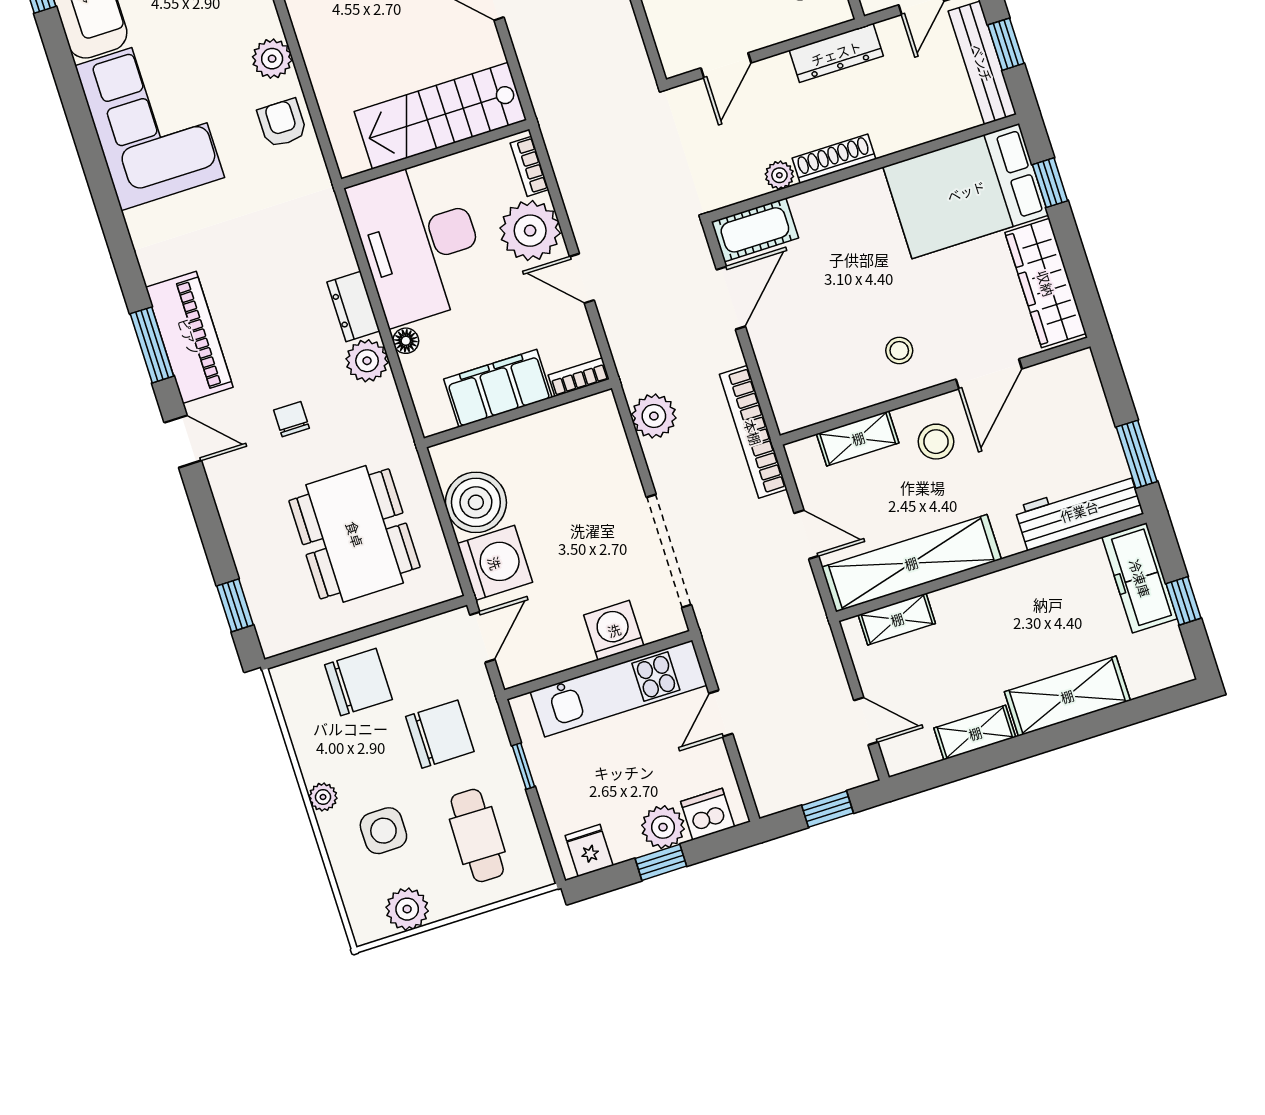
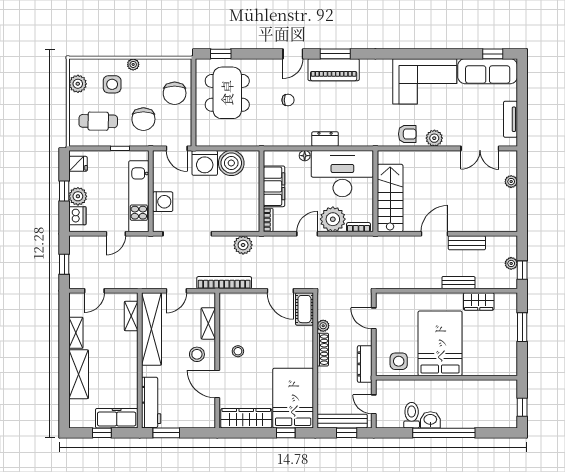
plant: (367, 361) -> (302, 138), removed
dining table: (355, 534) -> (227, 93), moved, turned 90
door: (721, 713) -> (116, 234), swing flipped

